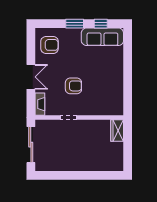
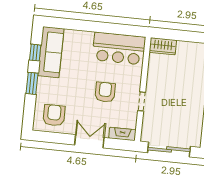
bar counter: (111, 94) -> (119, 48), added

